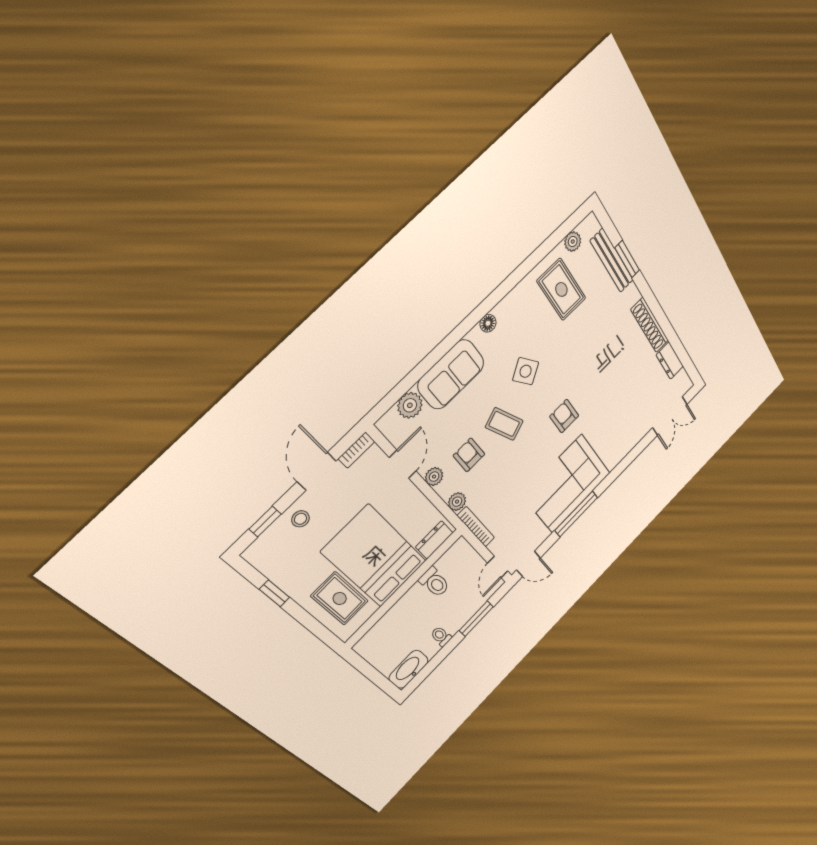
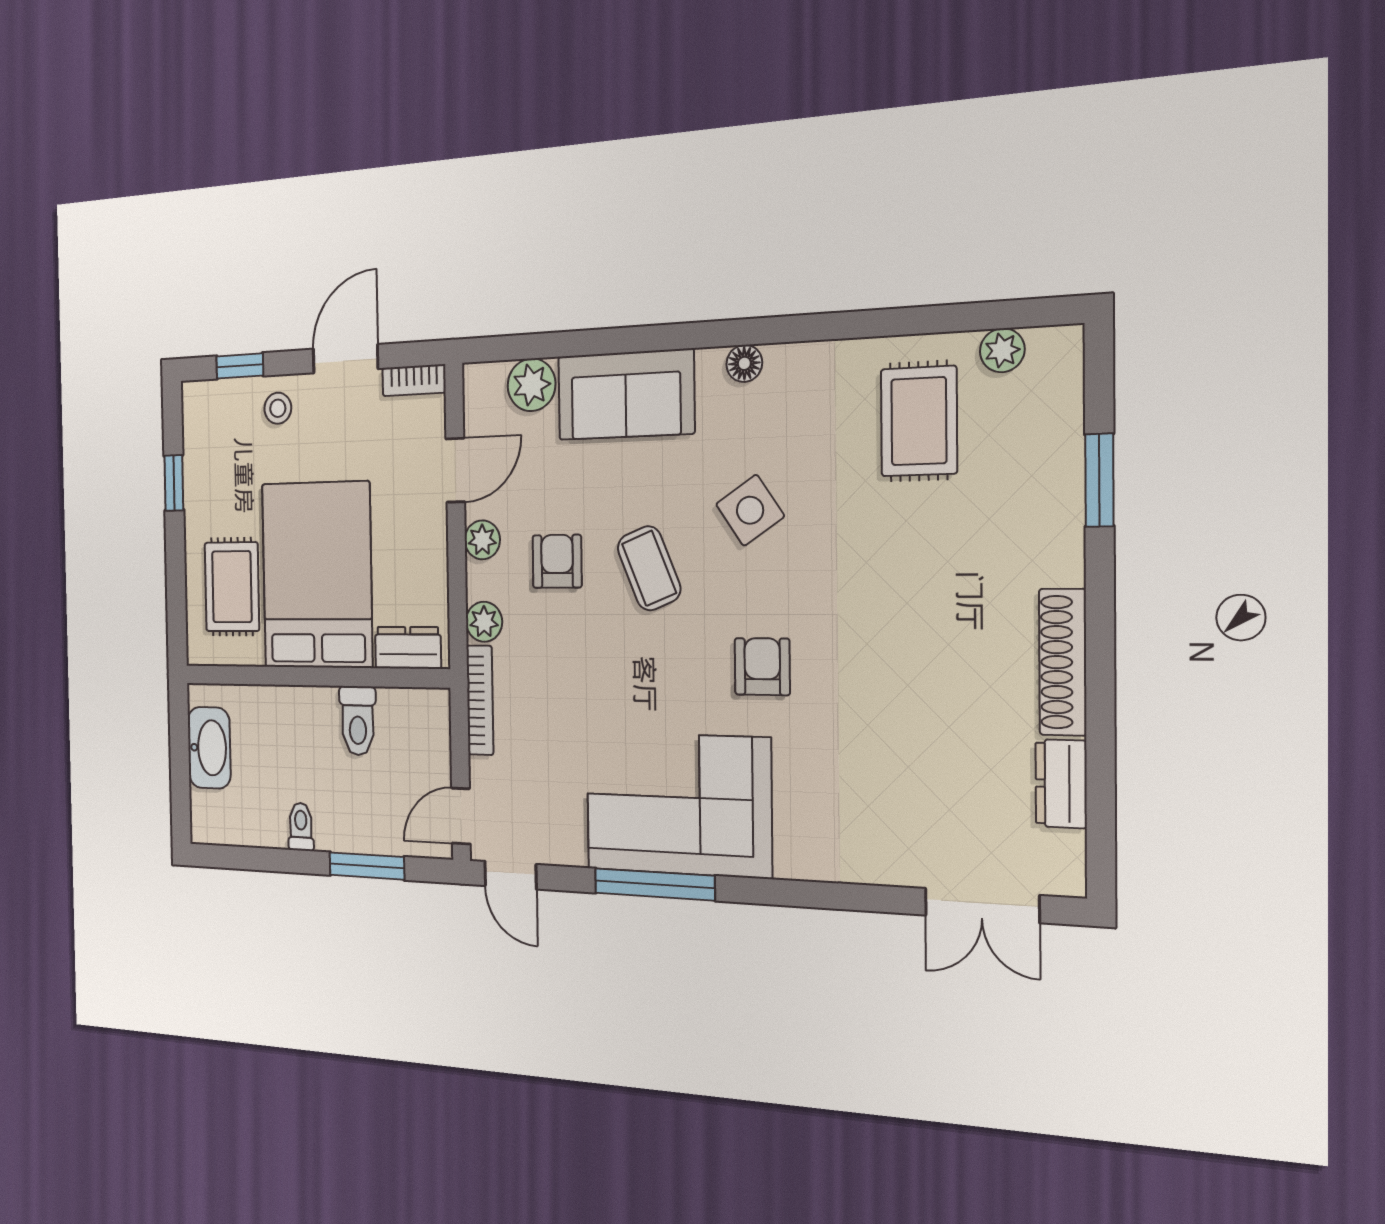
bench: (612, 261) -> (1062, 455), removed
washbasin: (409, 669) -> (209, 748), moved, turned 90

